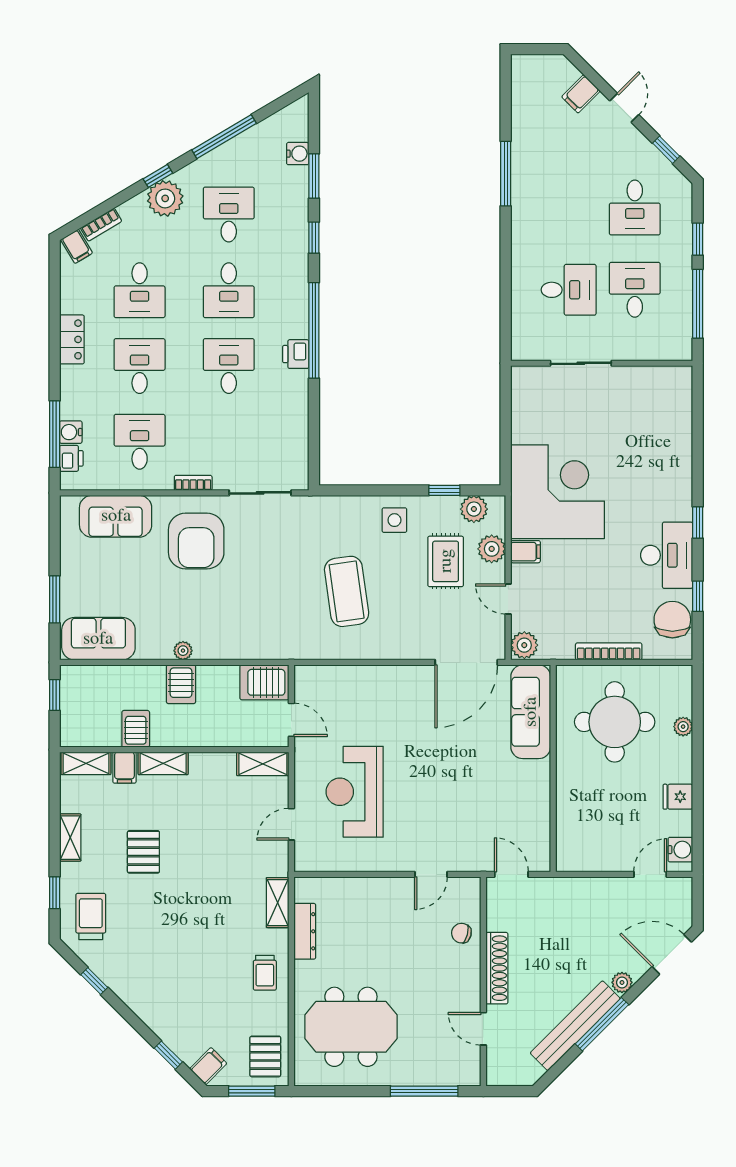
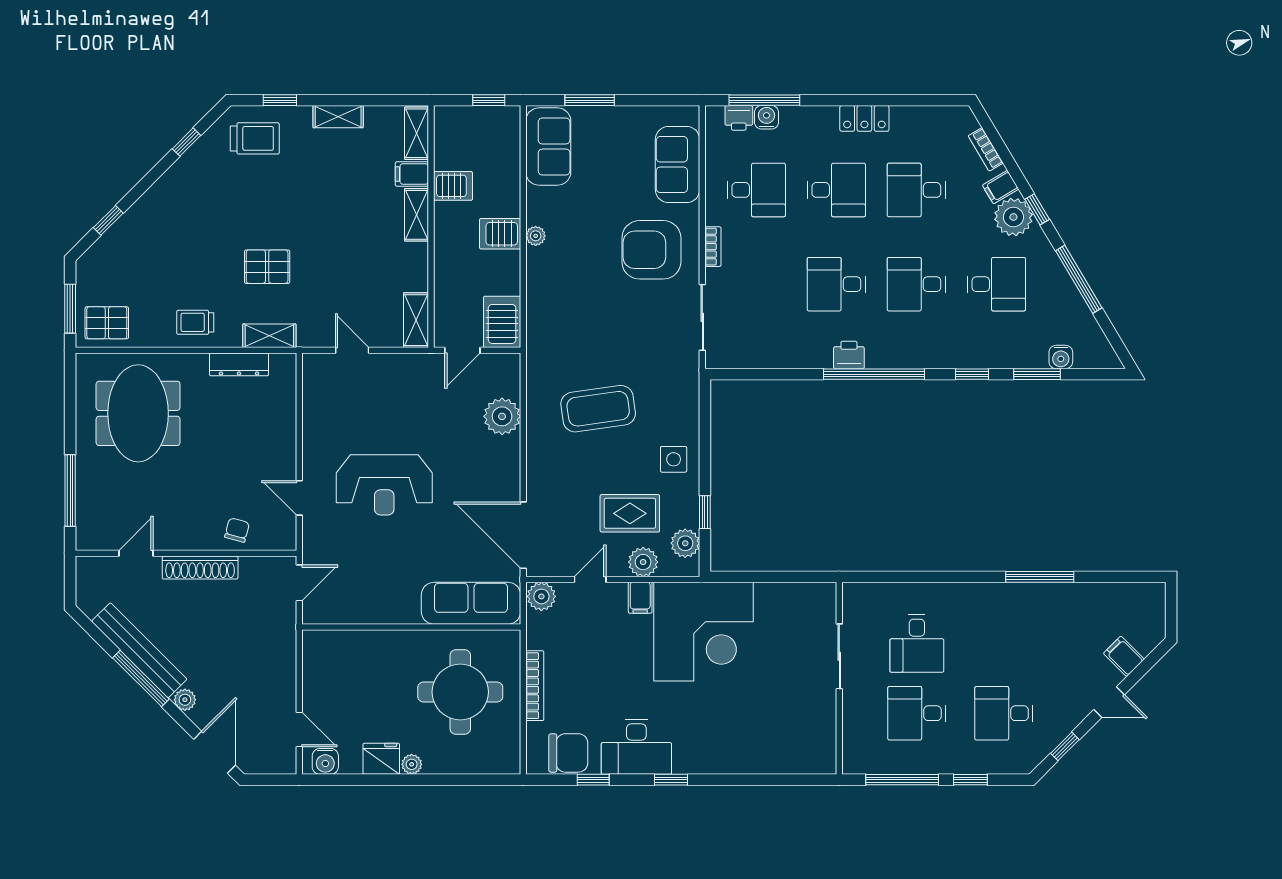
filing cabinet: (77, 246) -> (1001, 187), moved
desk: (635, 290) -> (917, 713), turned 180
desk: (229, 366) -> (836, 284), turned 180
plant: (354, 682) -> (502, 416), added
plant: (683, 727) -> (412, 764), moved
reception desk: (355, 792) -> (384, 485), moved, turned 180
fridge: (678, 797) -> (381, 759), width x1.38
pallet: (143, 852) -> (267, 267), moved
filing cabinet: (208, 1066) -> (97, 262), removed

